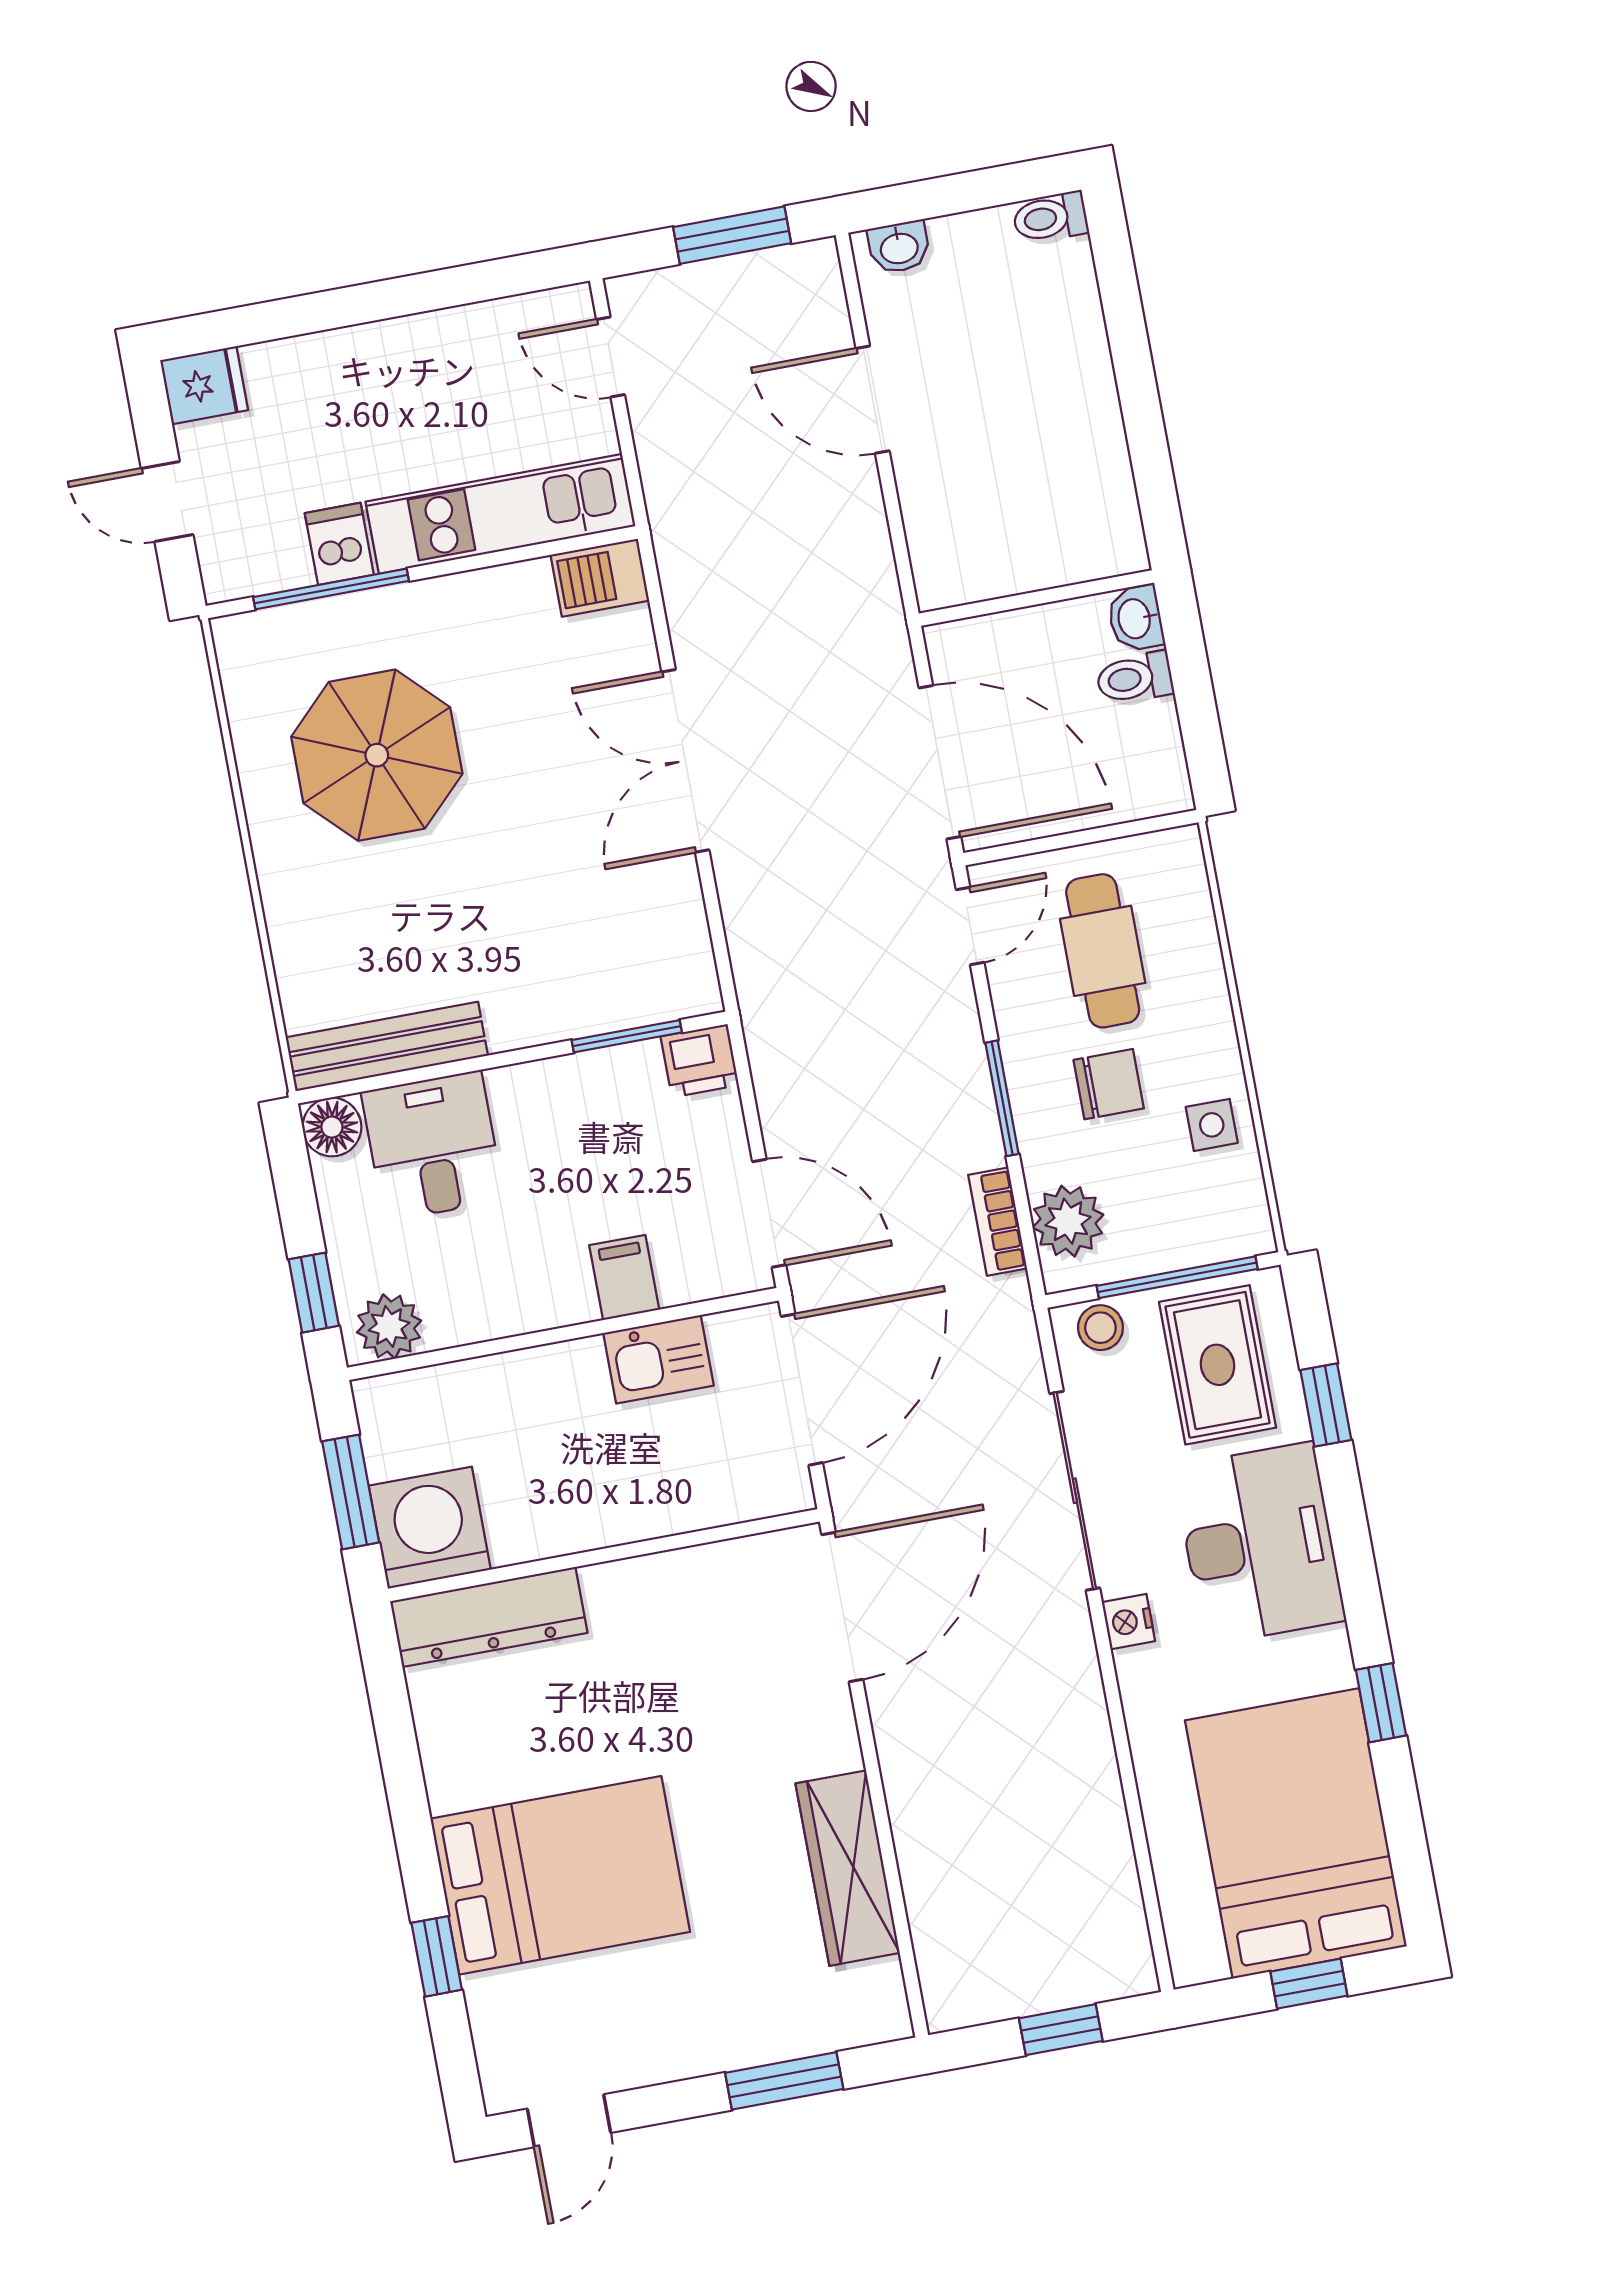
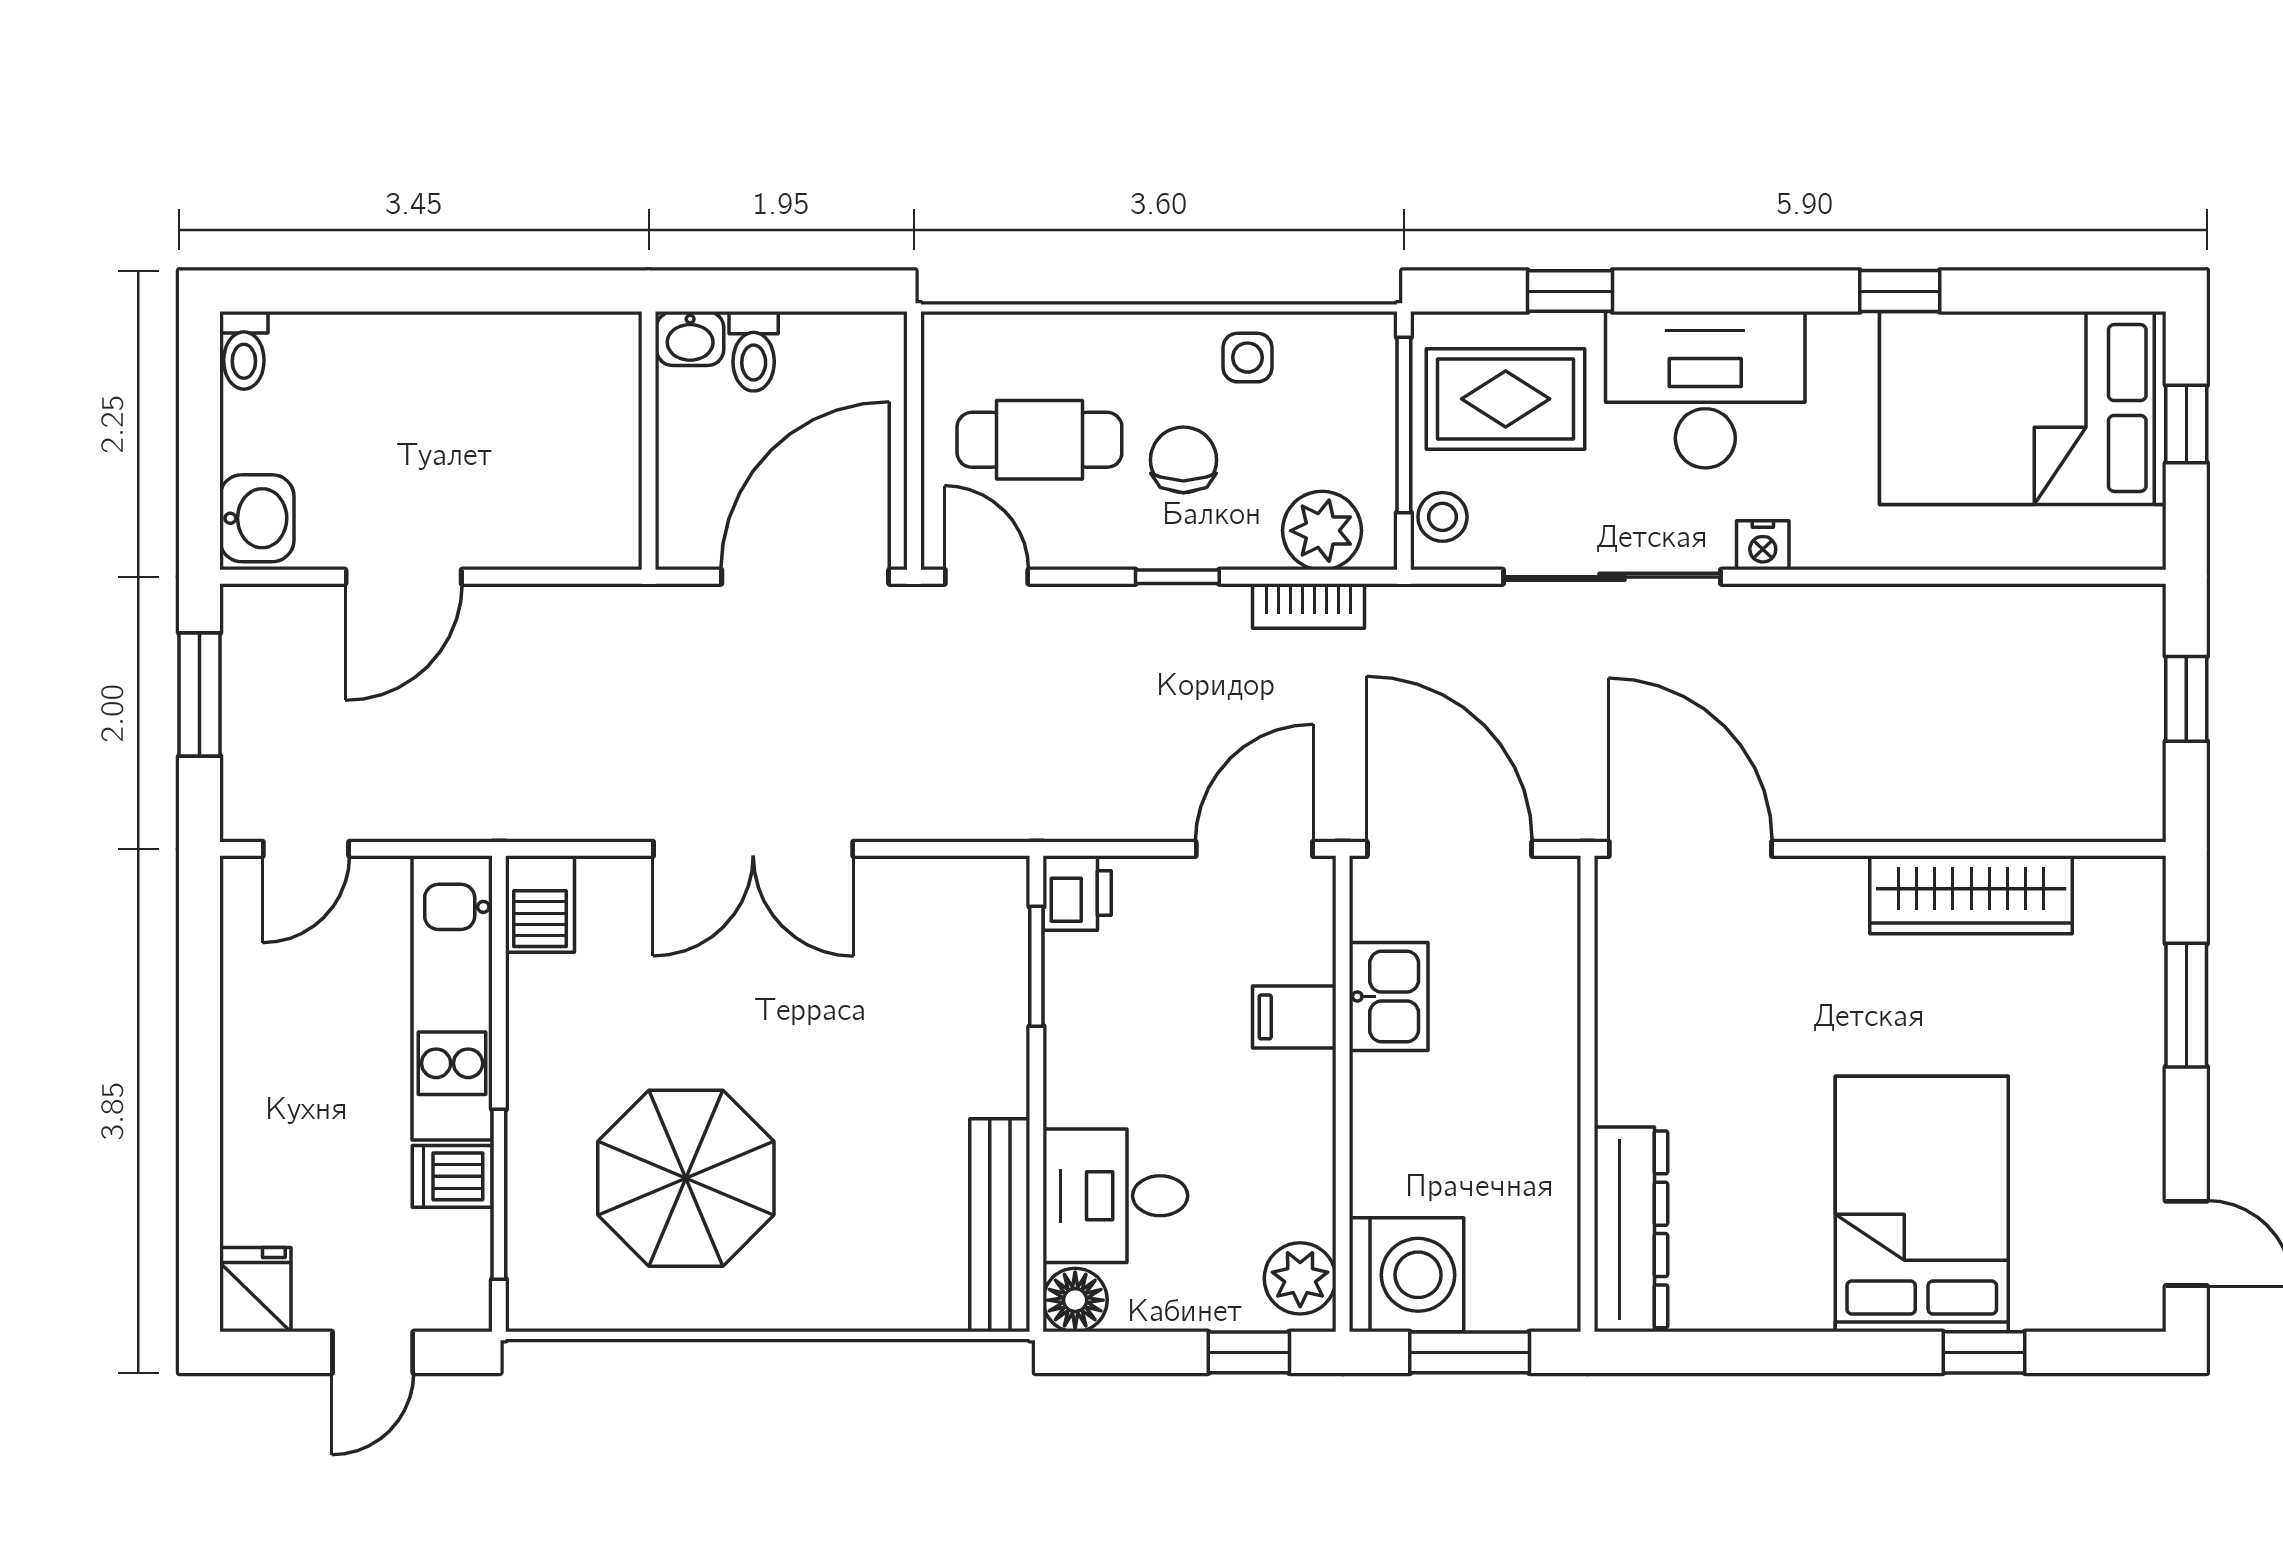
washbasin: (899, 247) -> (257, 518), width x1.38, depth x1.45
window: (1002, 1098) -> (1177, 577), width x0.67
washing machine: (430, 1528) -> (1407, 1275), moved, turned 180

